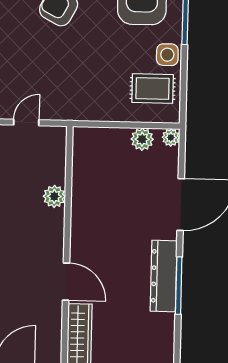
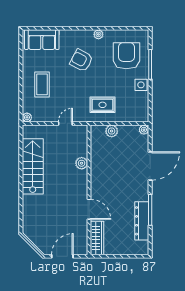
rug: (153, 88) -> (103, 105), moved
plant: (142, 139) -> (112, 131), moved
dresser: (164, 276) -> (142, 221), moved

